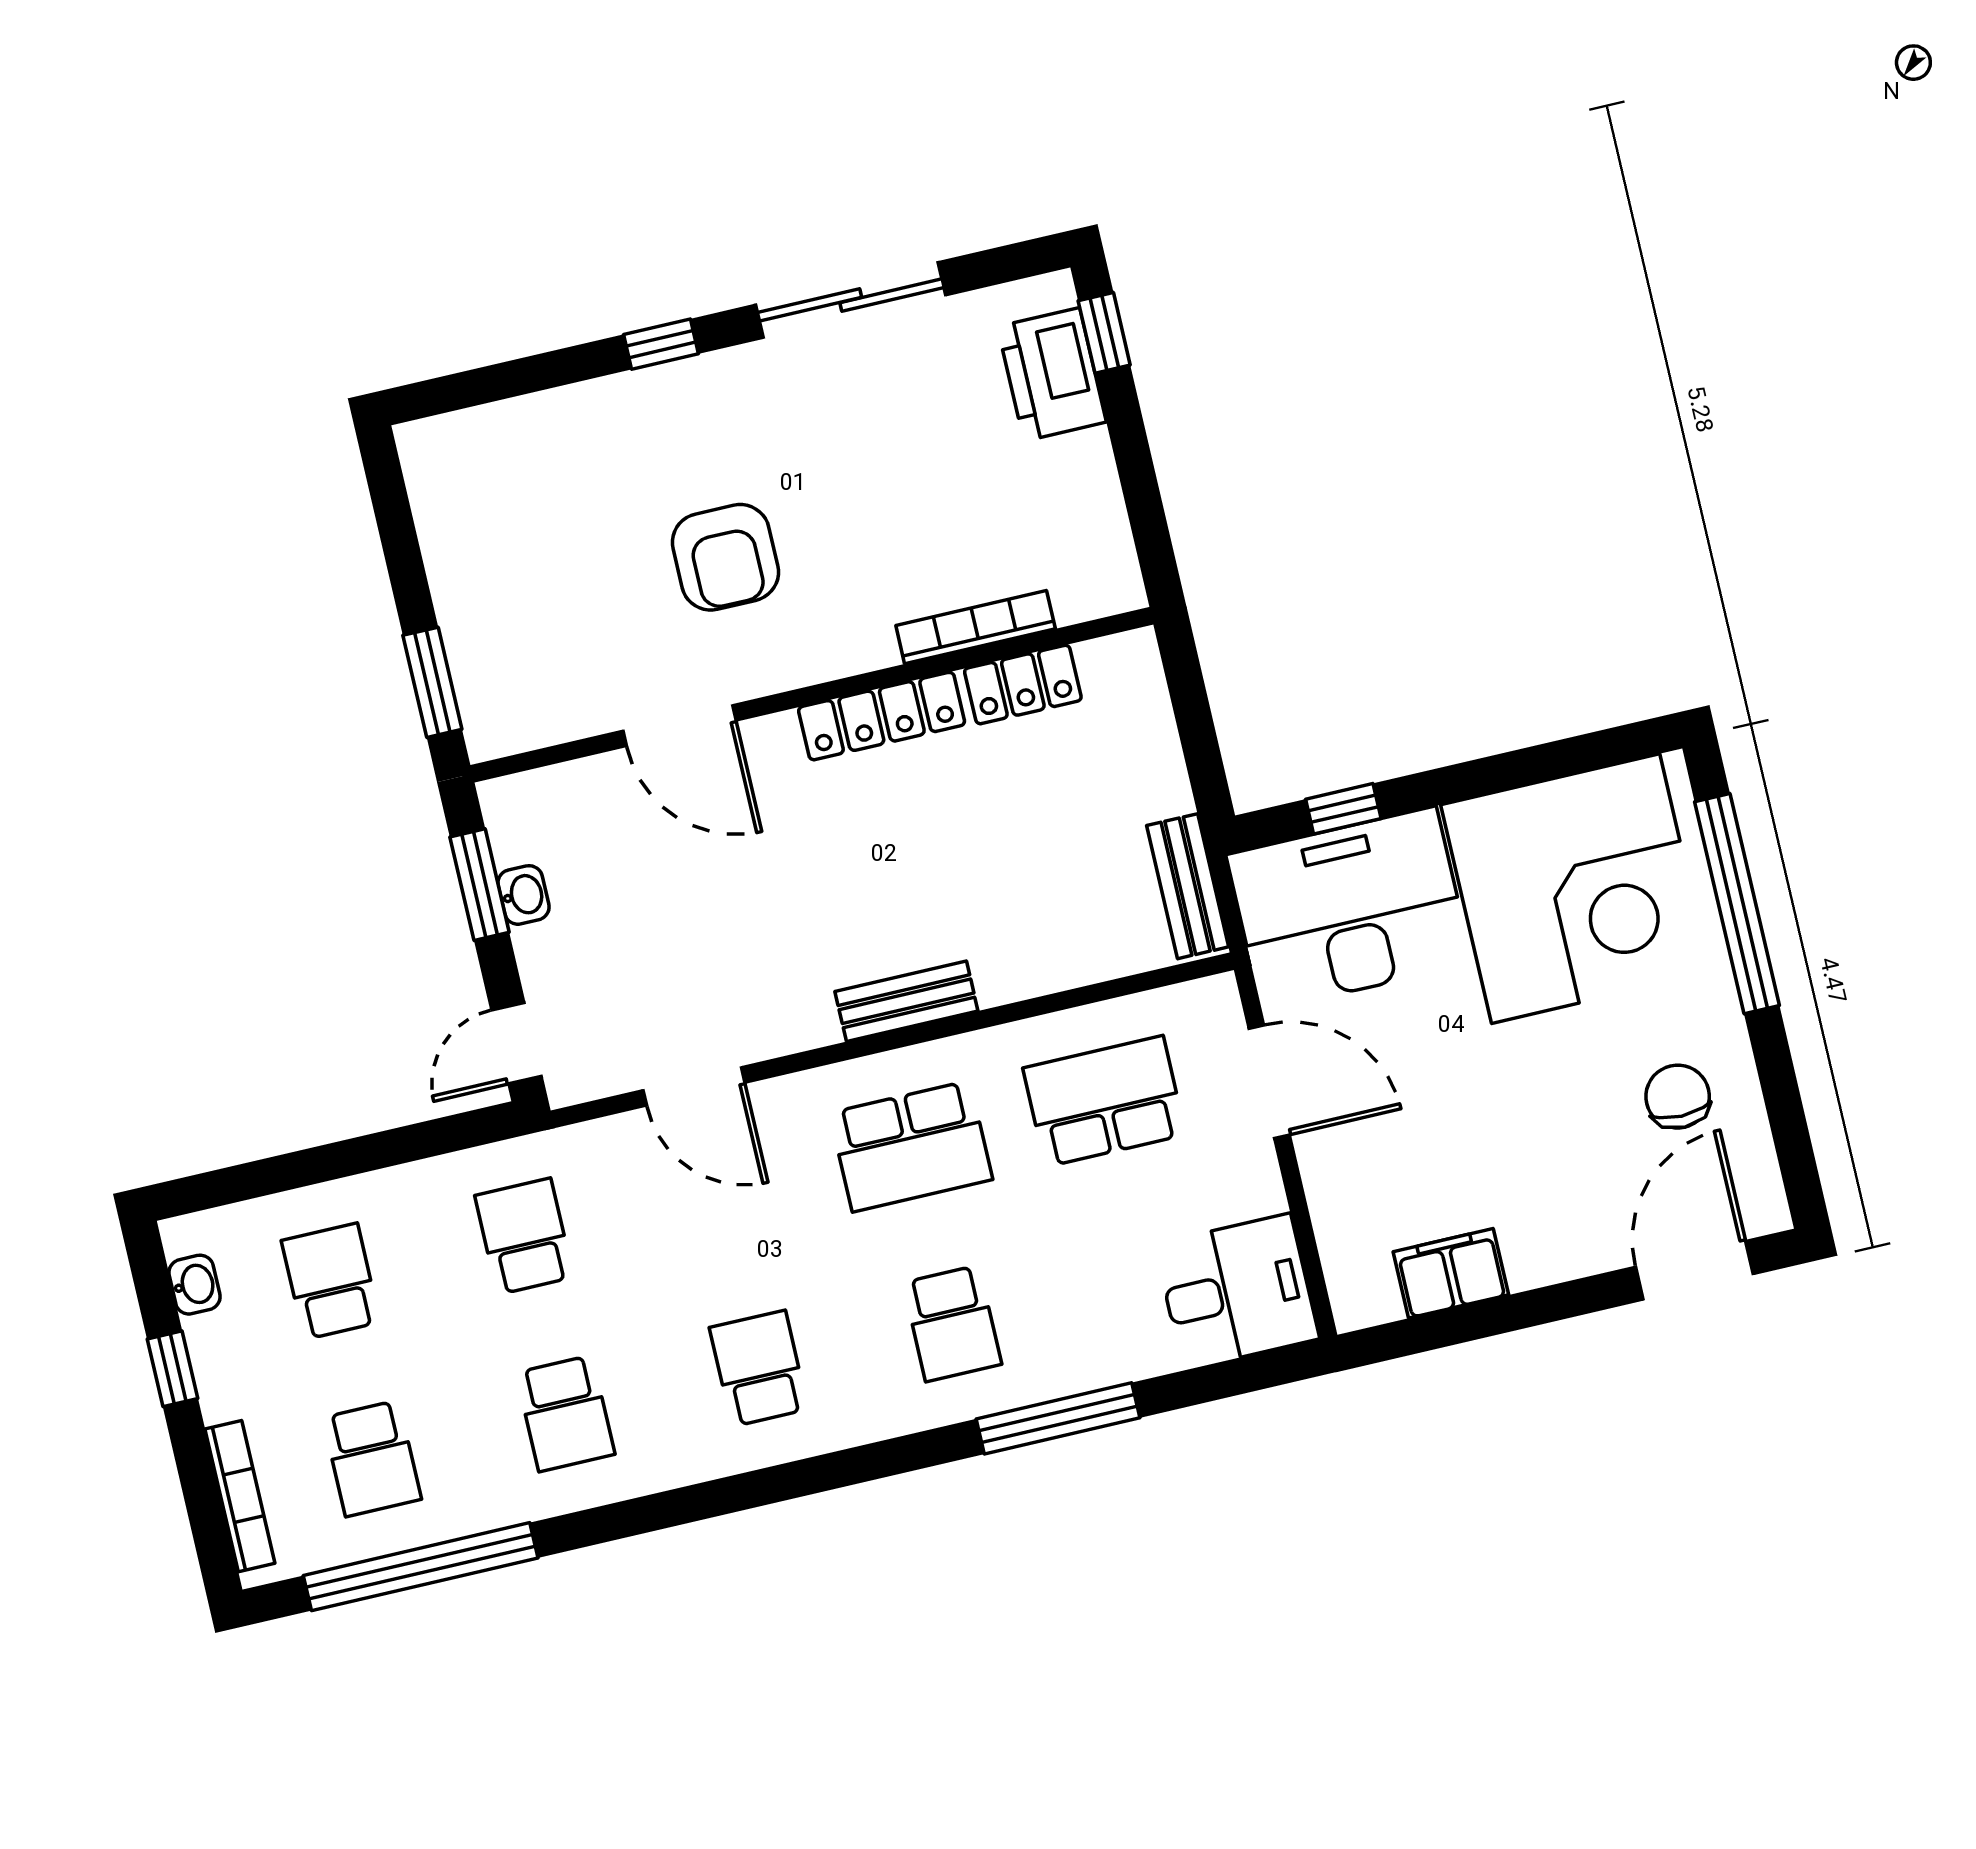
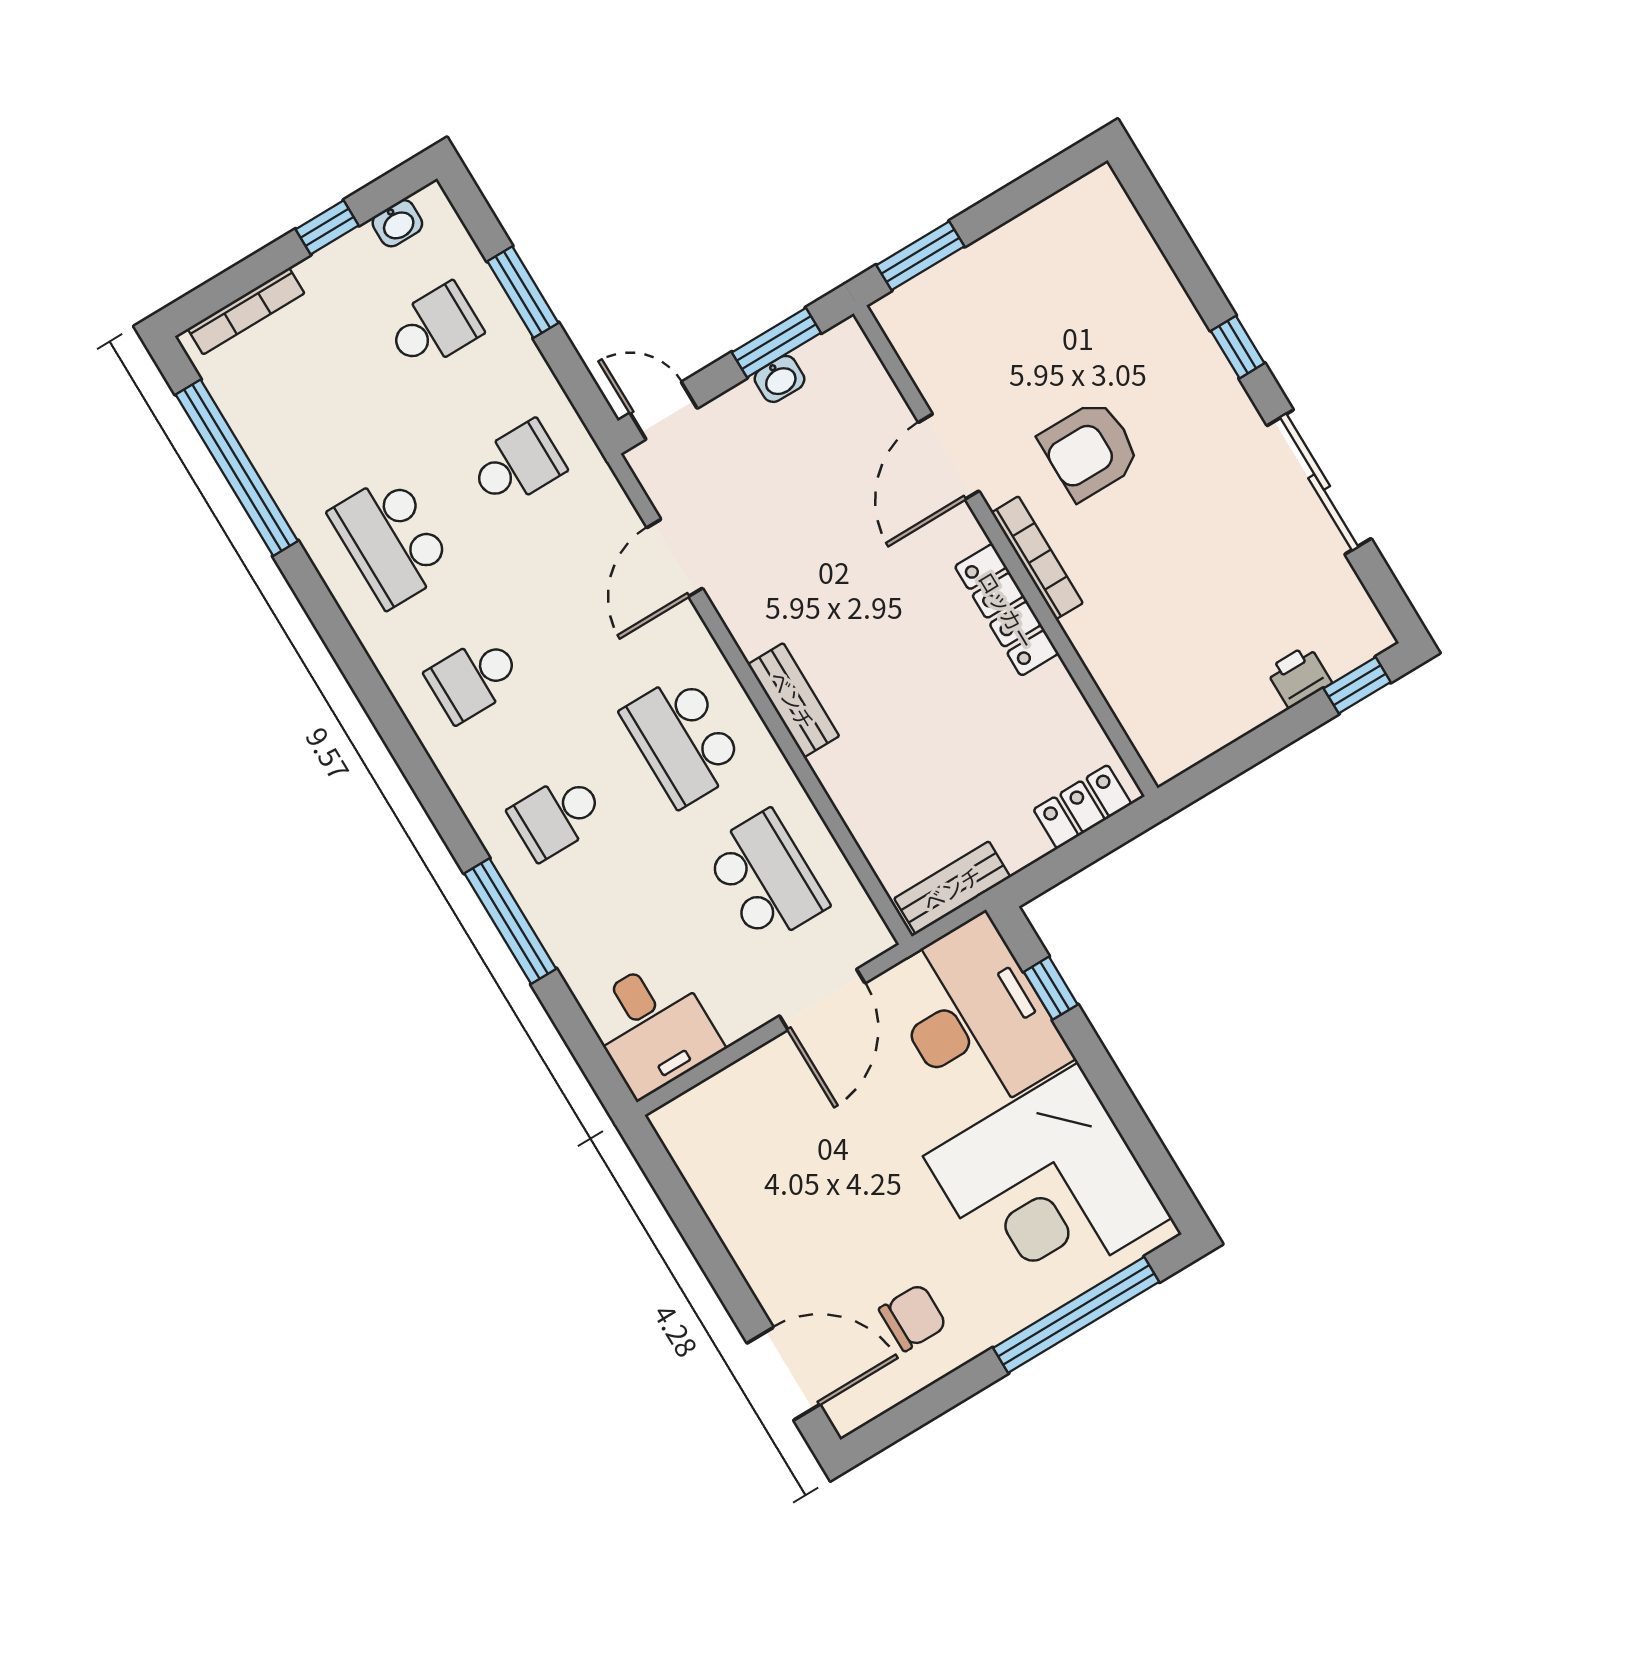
printer: (1052, 374) -> (1299, 676), width x0.53, depth x0.68
bookcase: (976, 627) -> (1037, 558), moved
locker: (1023, 685) -> (1082, 807), moved, turned 90
window: (323, 1163) -> (523, 292), added
filing cabinet: (1451, 1273) -> (720, 1187), removed
school desk: (759, 1368) -> (474, 678), turned 180
school desk: (565, 1413) -> (391, 541), width x1.85
school desk: (372, 1458) -> (308, 403), removed

